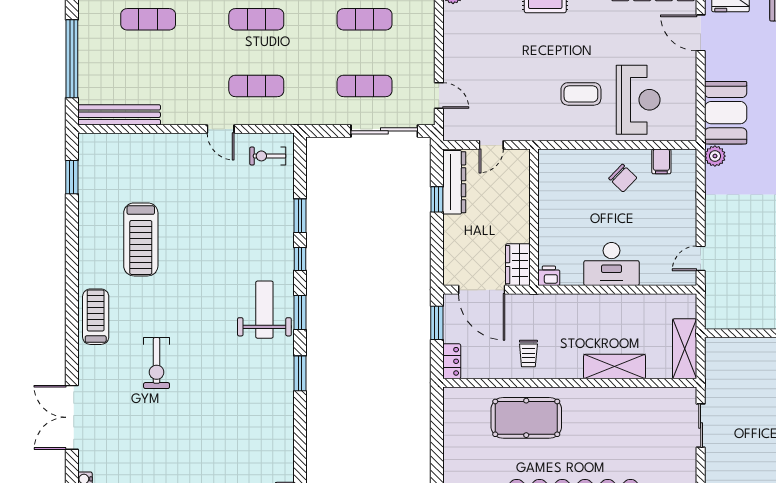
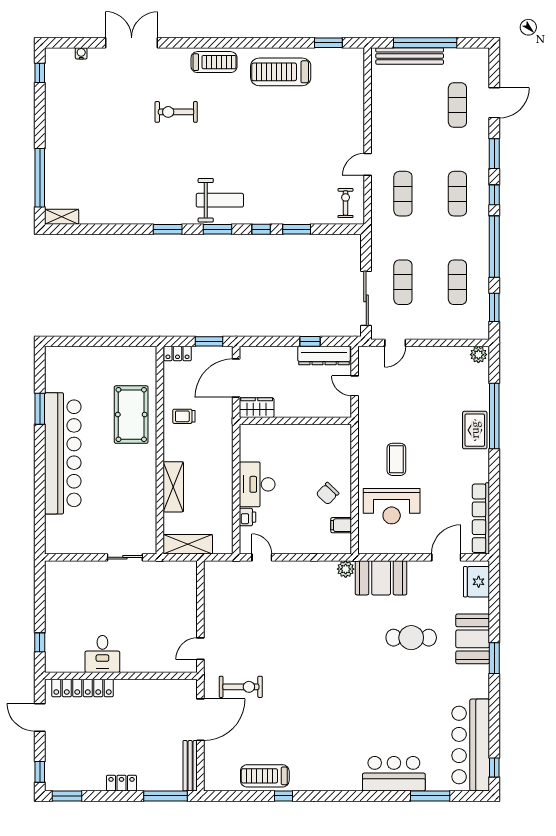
bench: (119, 115) -> (410, 56), moved, turned 90
treadmill: (141, 239) -> (281, 72), moved
printer: (549, 276) -> (248, 517), moved

